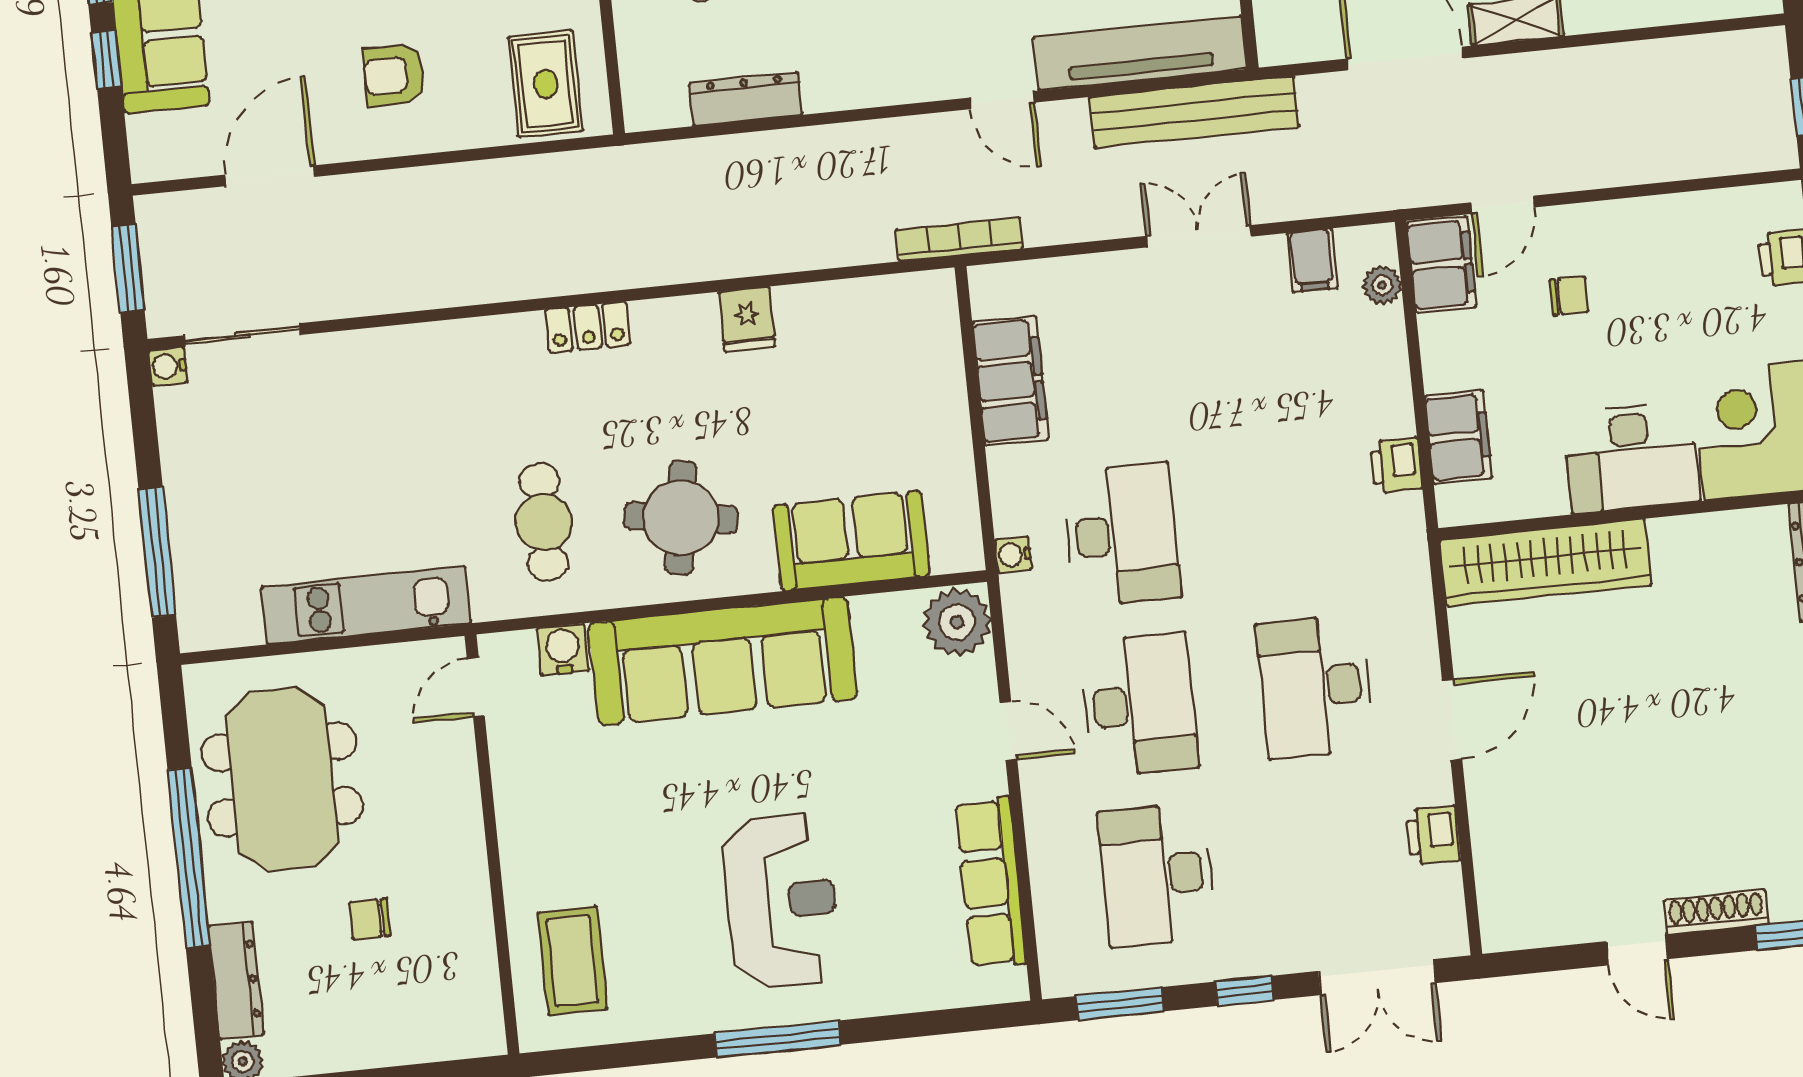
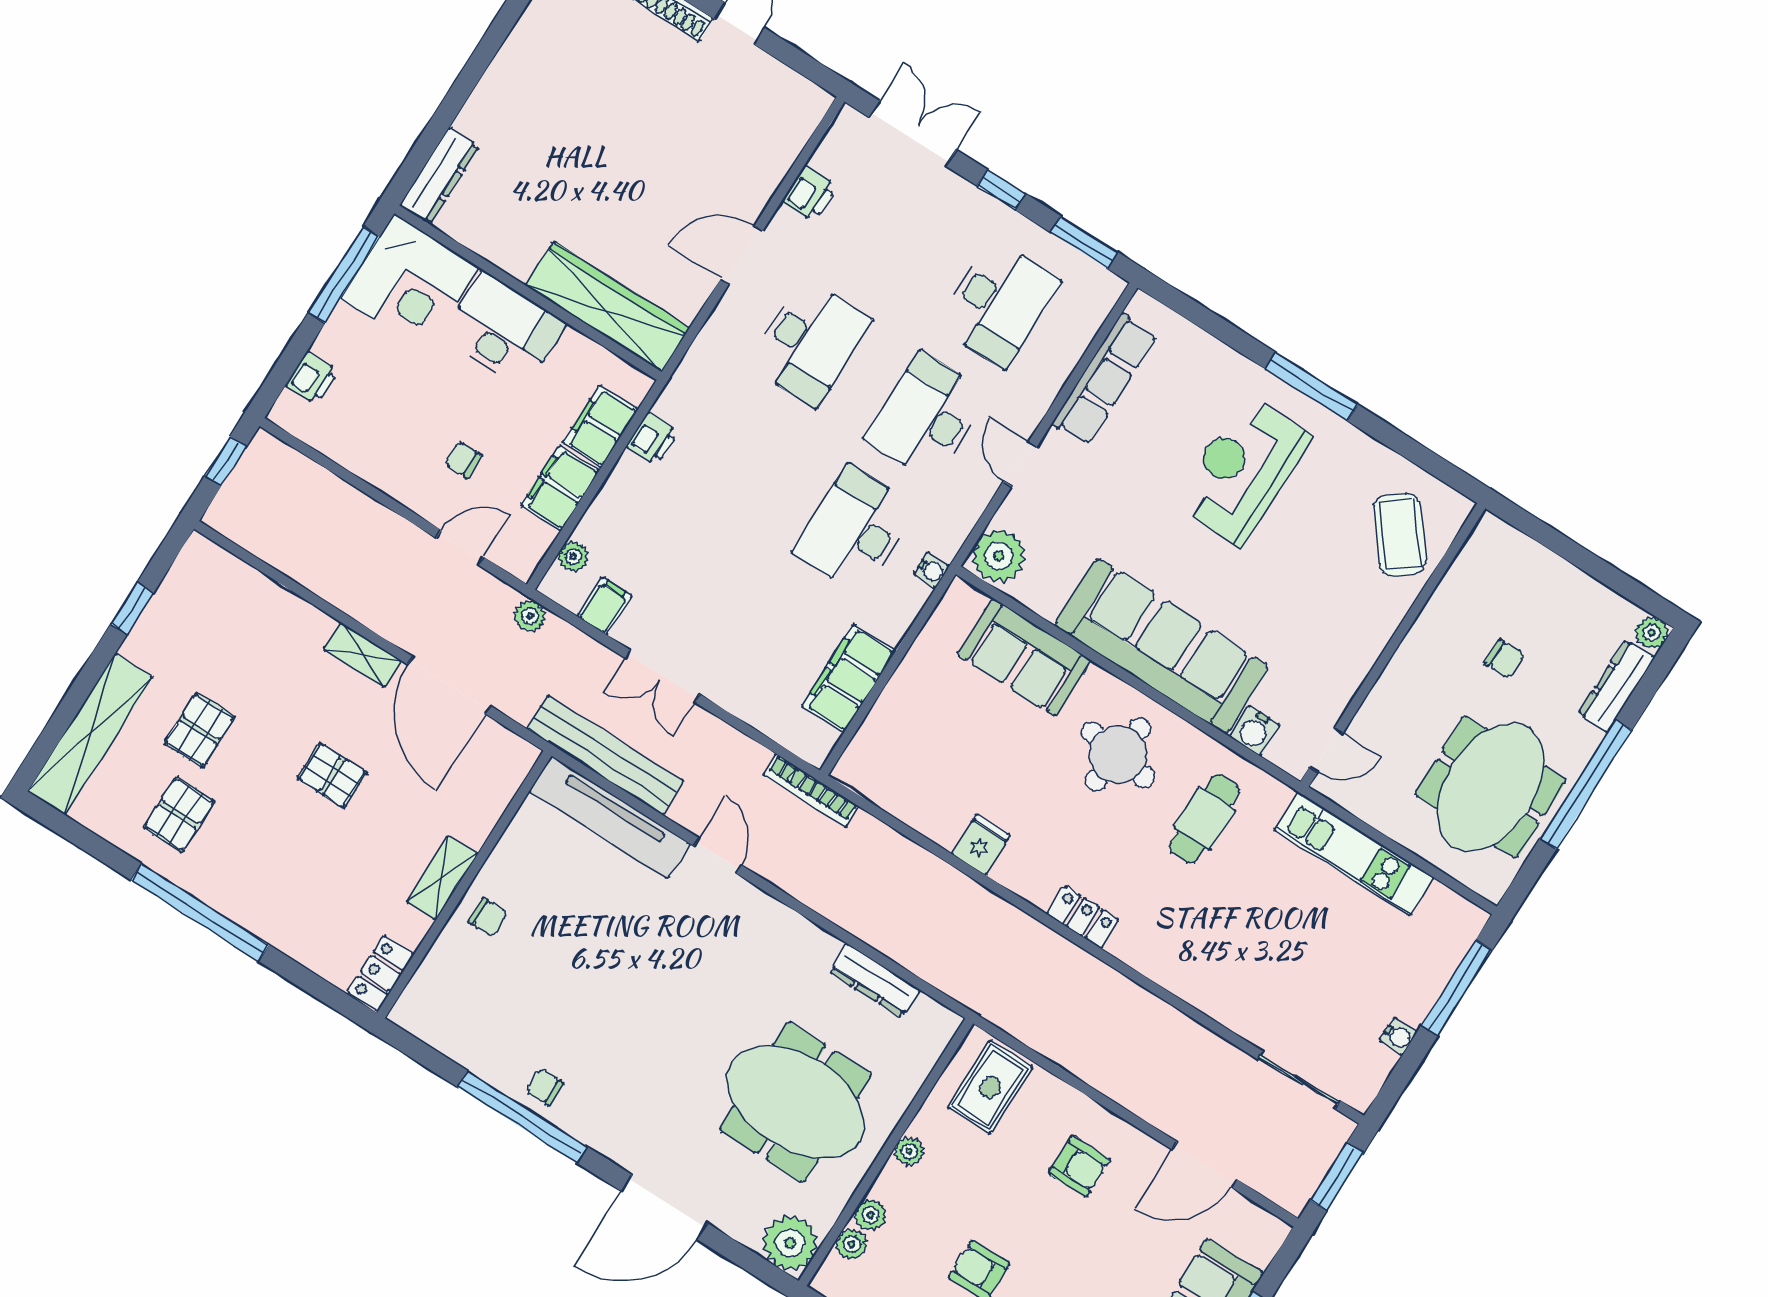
plant: (1379, 191) -> (530, 616), added
filing cabinet: (1442, 265) -> (560, 488), moved
water cooler: (168, 366) -> (1398, 1036), moved
coffee table: (573, 961) -> (1400, 535), turned -38

